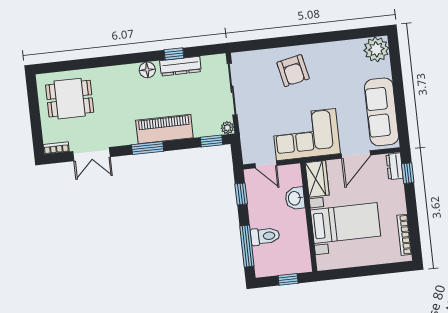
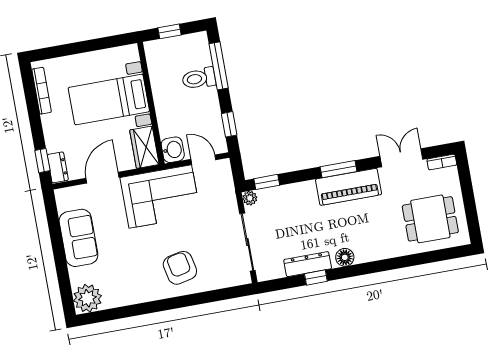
sofa: (382, 112) -> (78, 238), width x0.73
piano: (164, 129) -> (348, 187), moved
washbasin: (295, 198) -> (173, 150), moved

